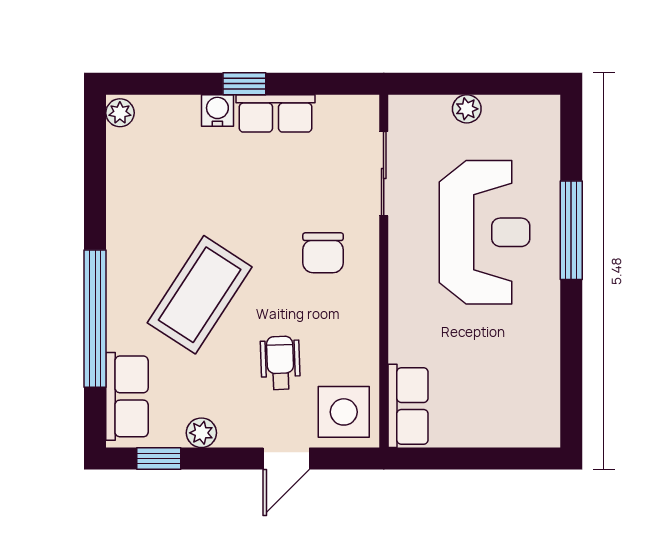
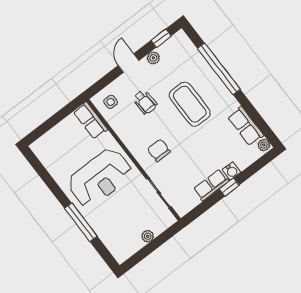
reception desk: (485, 232) -> (100, 178), moved, turned -90
coffee table: (200, 295) -> (190, 104), turned -33
row of seats: (127, 396) -> (246, 126), moved
side table: (344, 412) -> (111, 102), width x0.54, depth x0.54
door: (286, 459) -> (129, 63), moved

